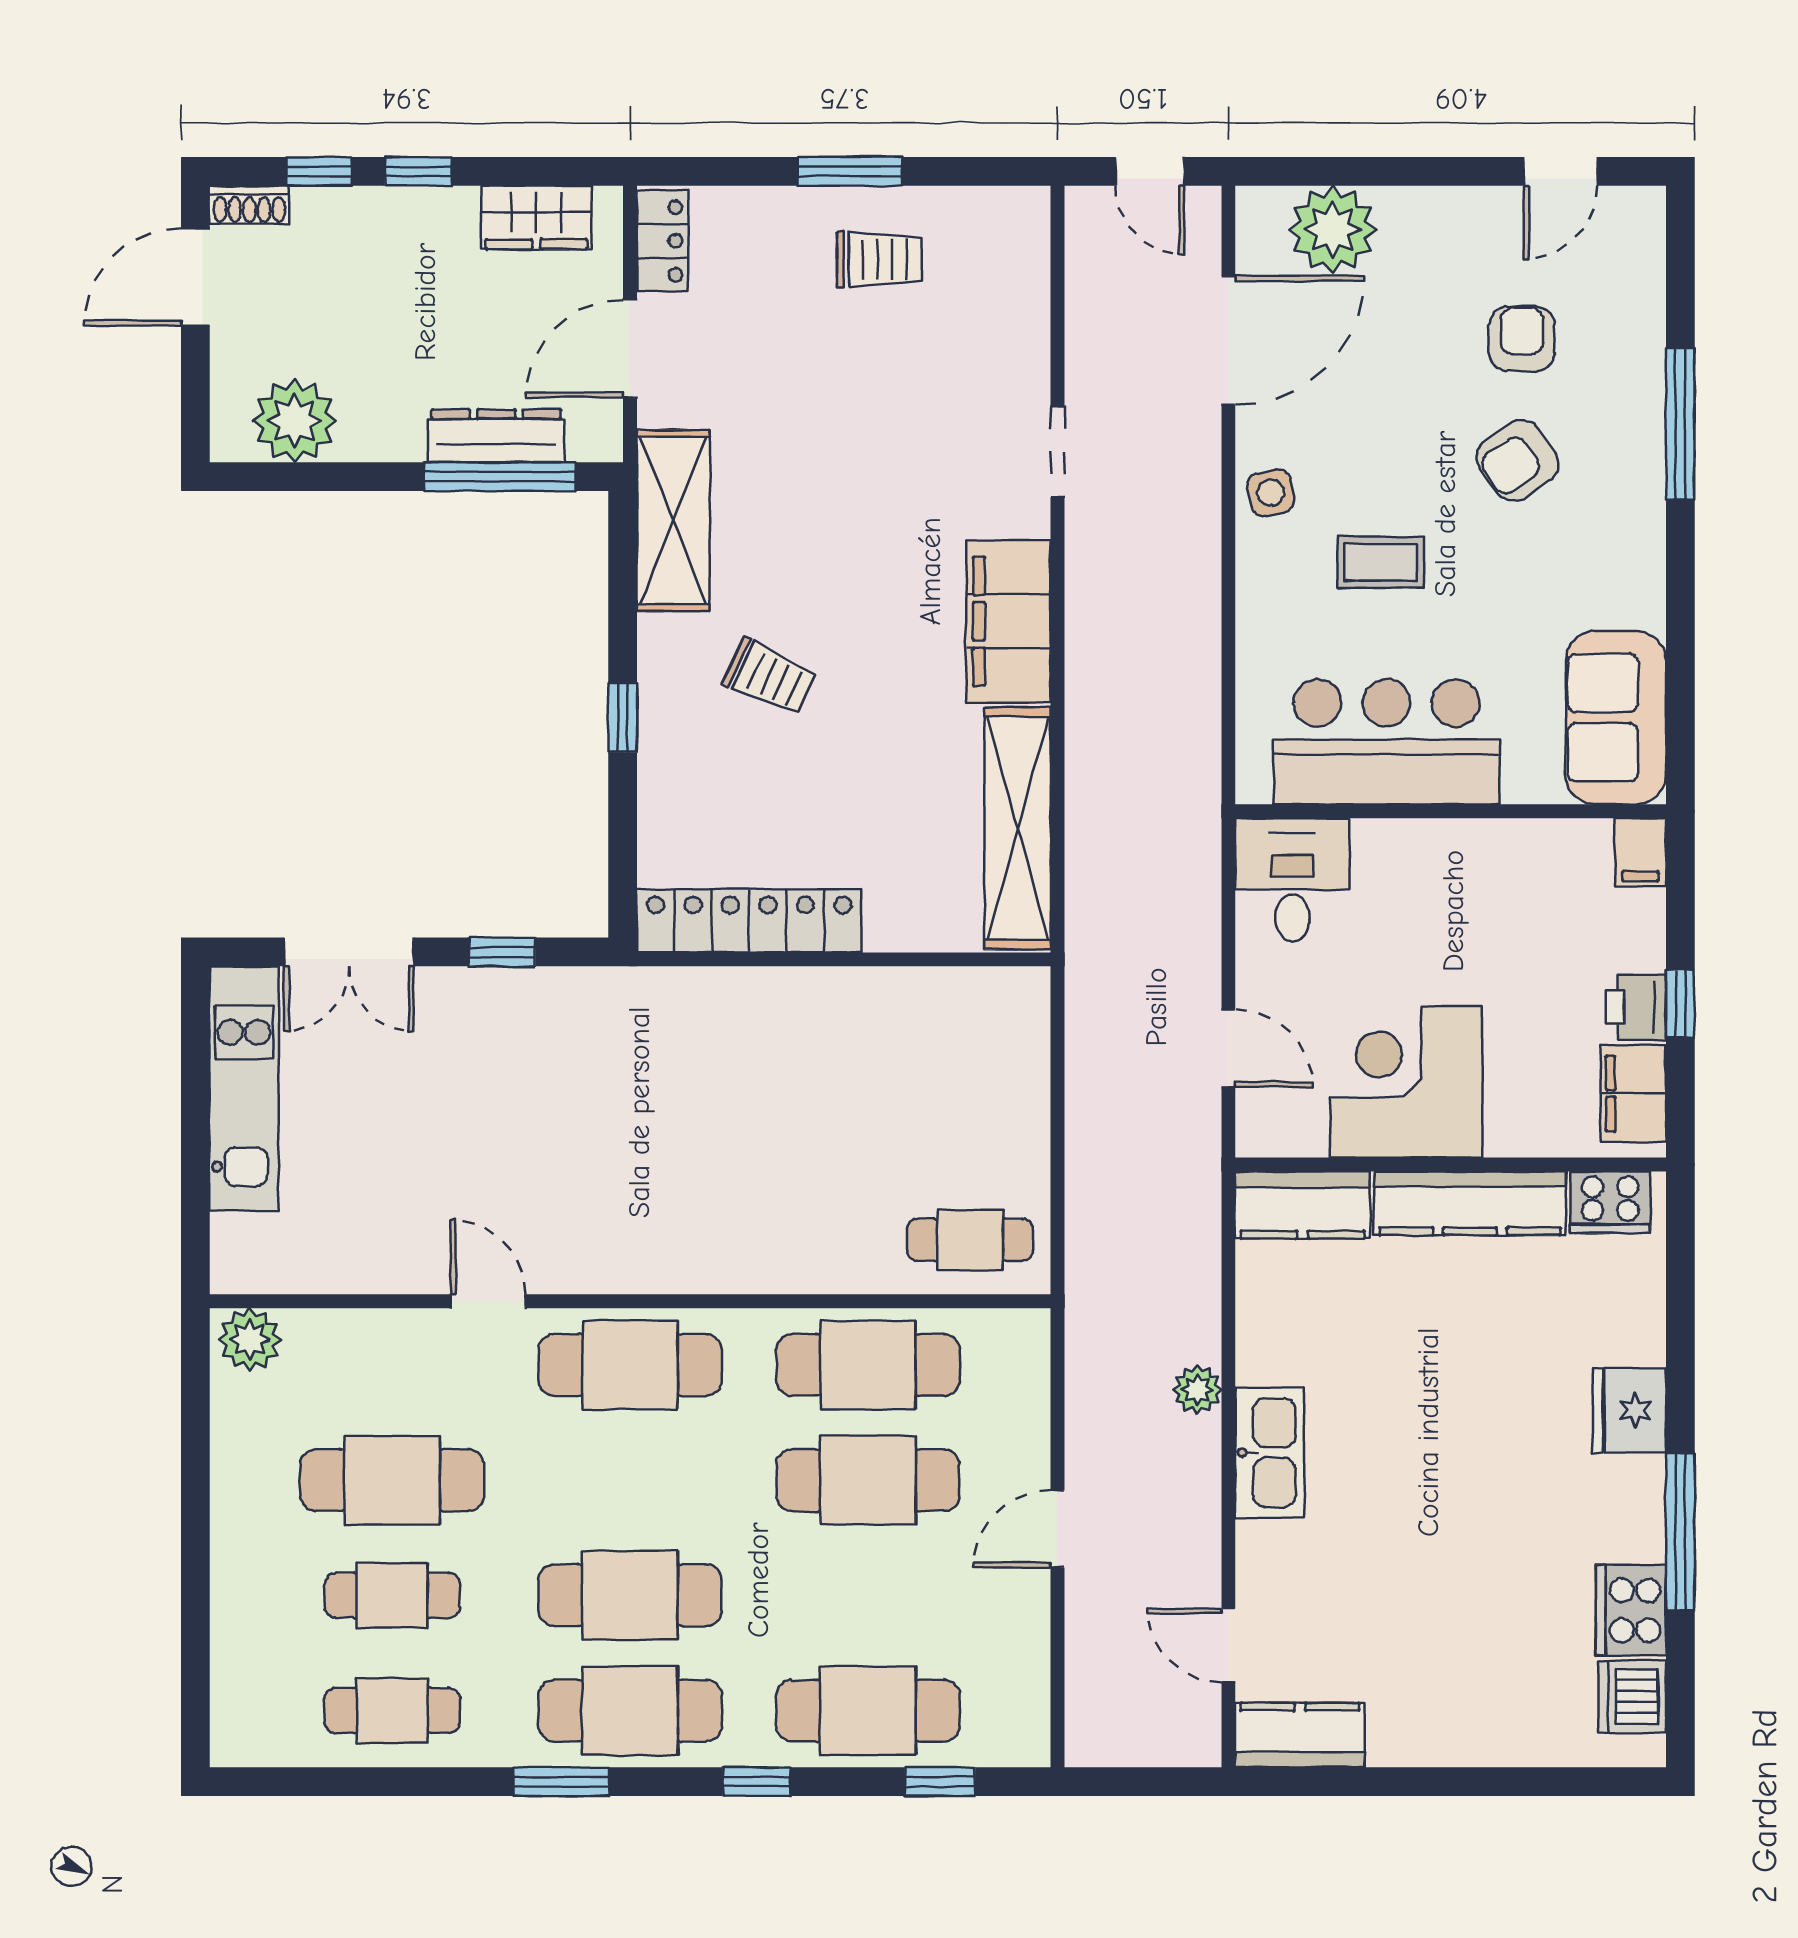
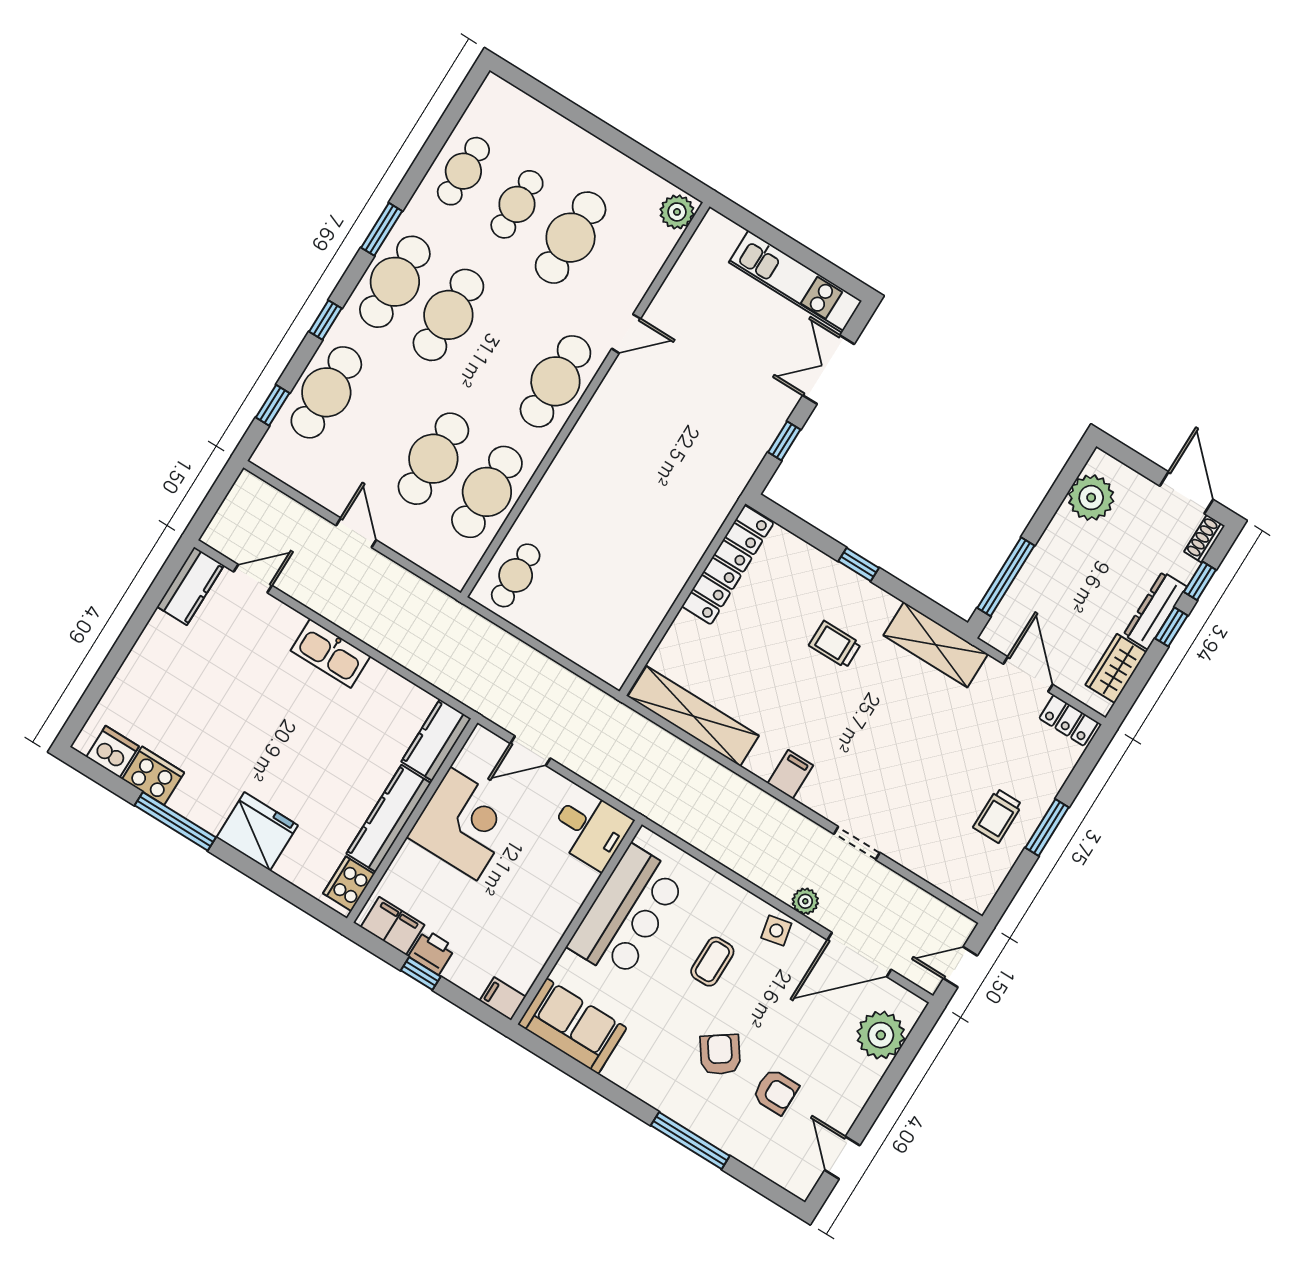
door: (1228, 340) -> (859, 955), hinge flipped
dresser: (496, 436) -> (1155, 611), moved, turned 180
filing cabinet: (1008, 621) -> (790, 774), width x0.33, depth x0.86
trolley: (770, 677) -> (835, 644), turned 65
plant: (1197, 1390) -> (805, 901), moved
fridge: (1629, 1410) -> (257, 831), width x1.36, depth x1.34

